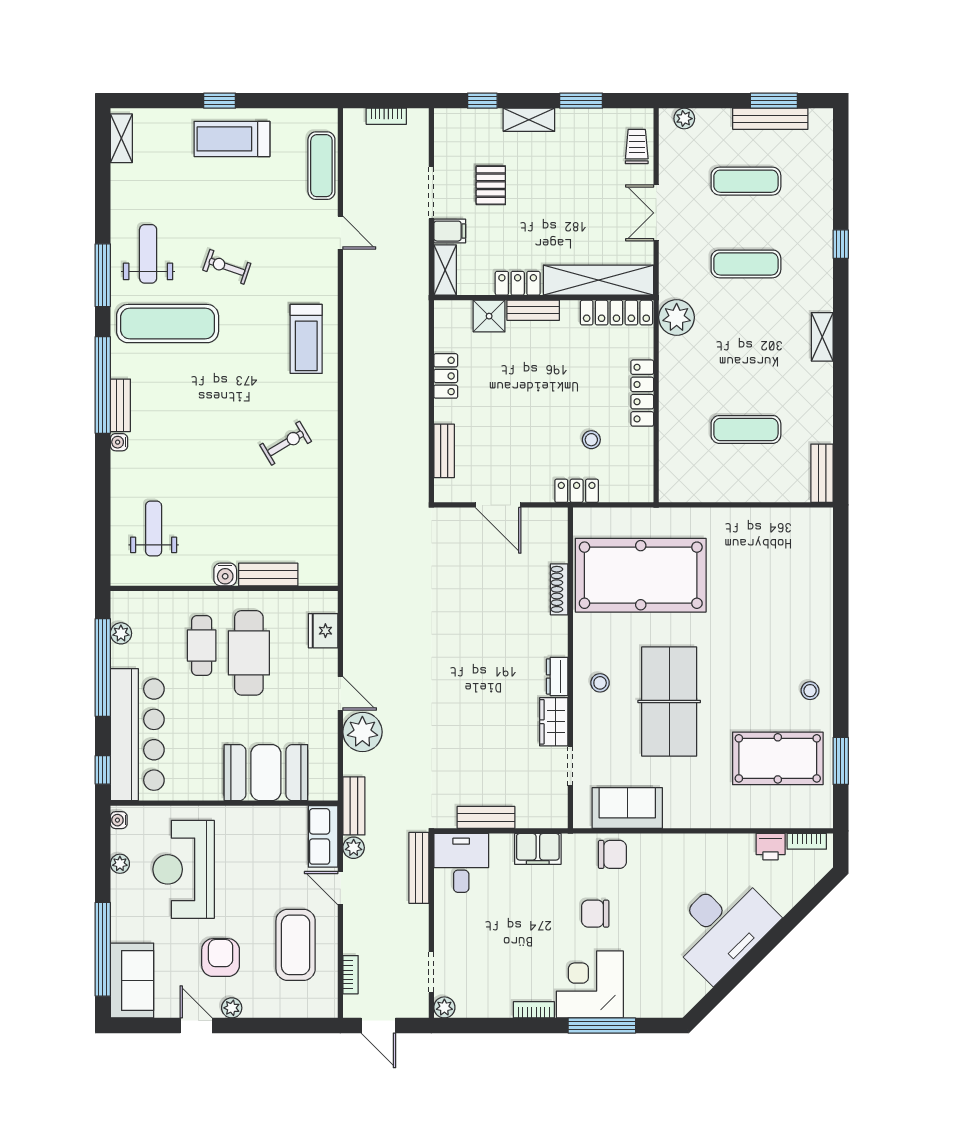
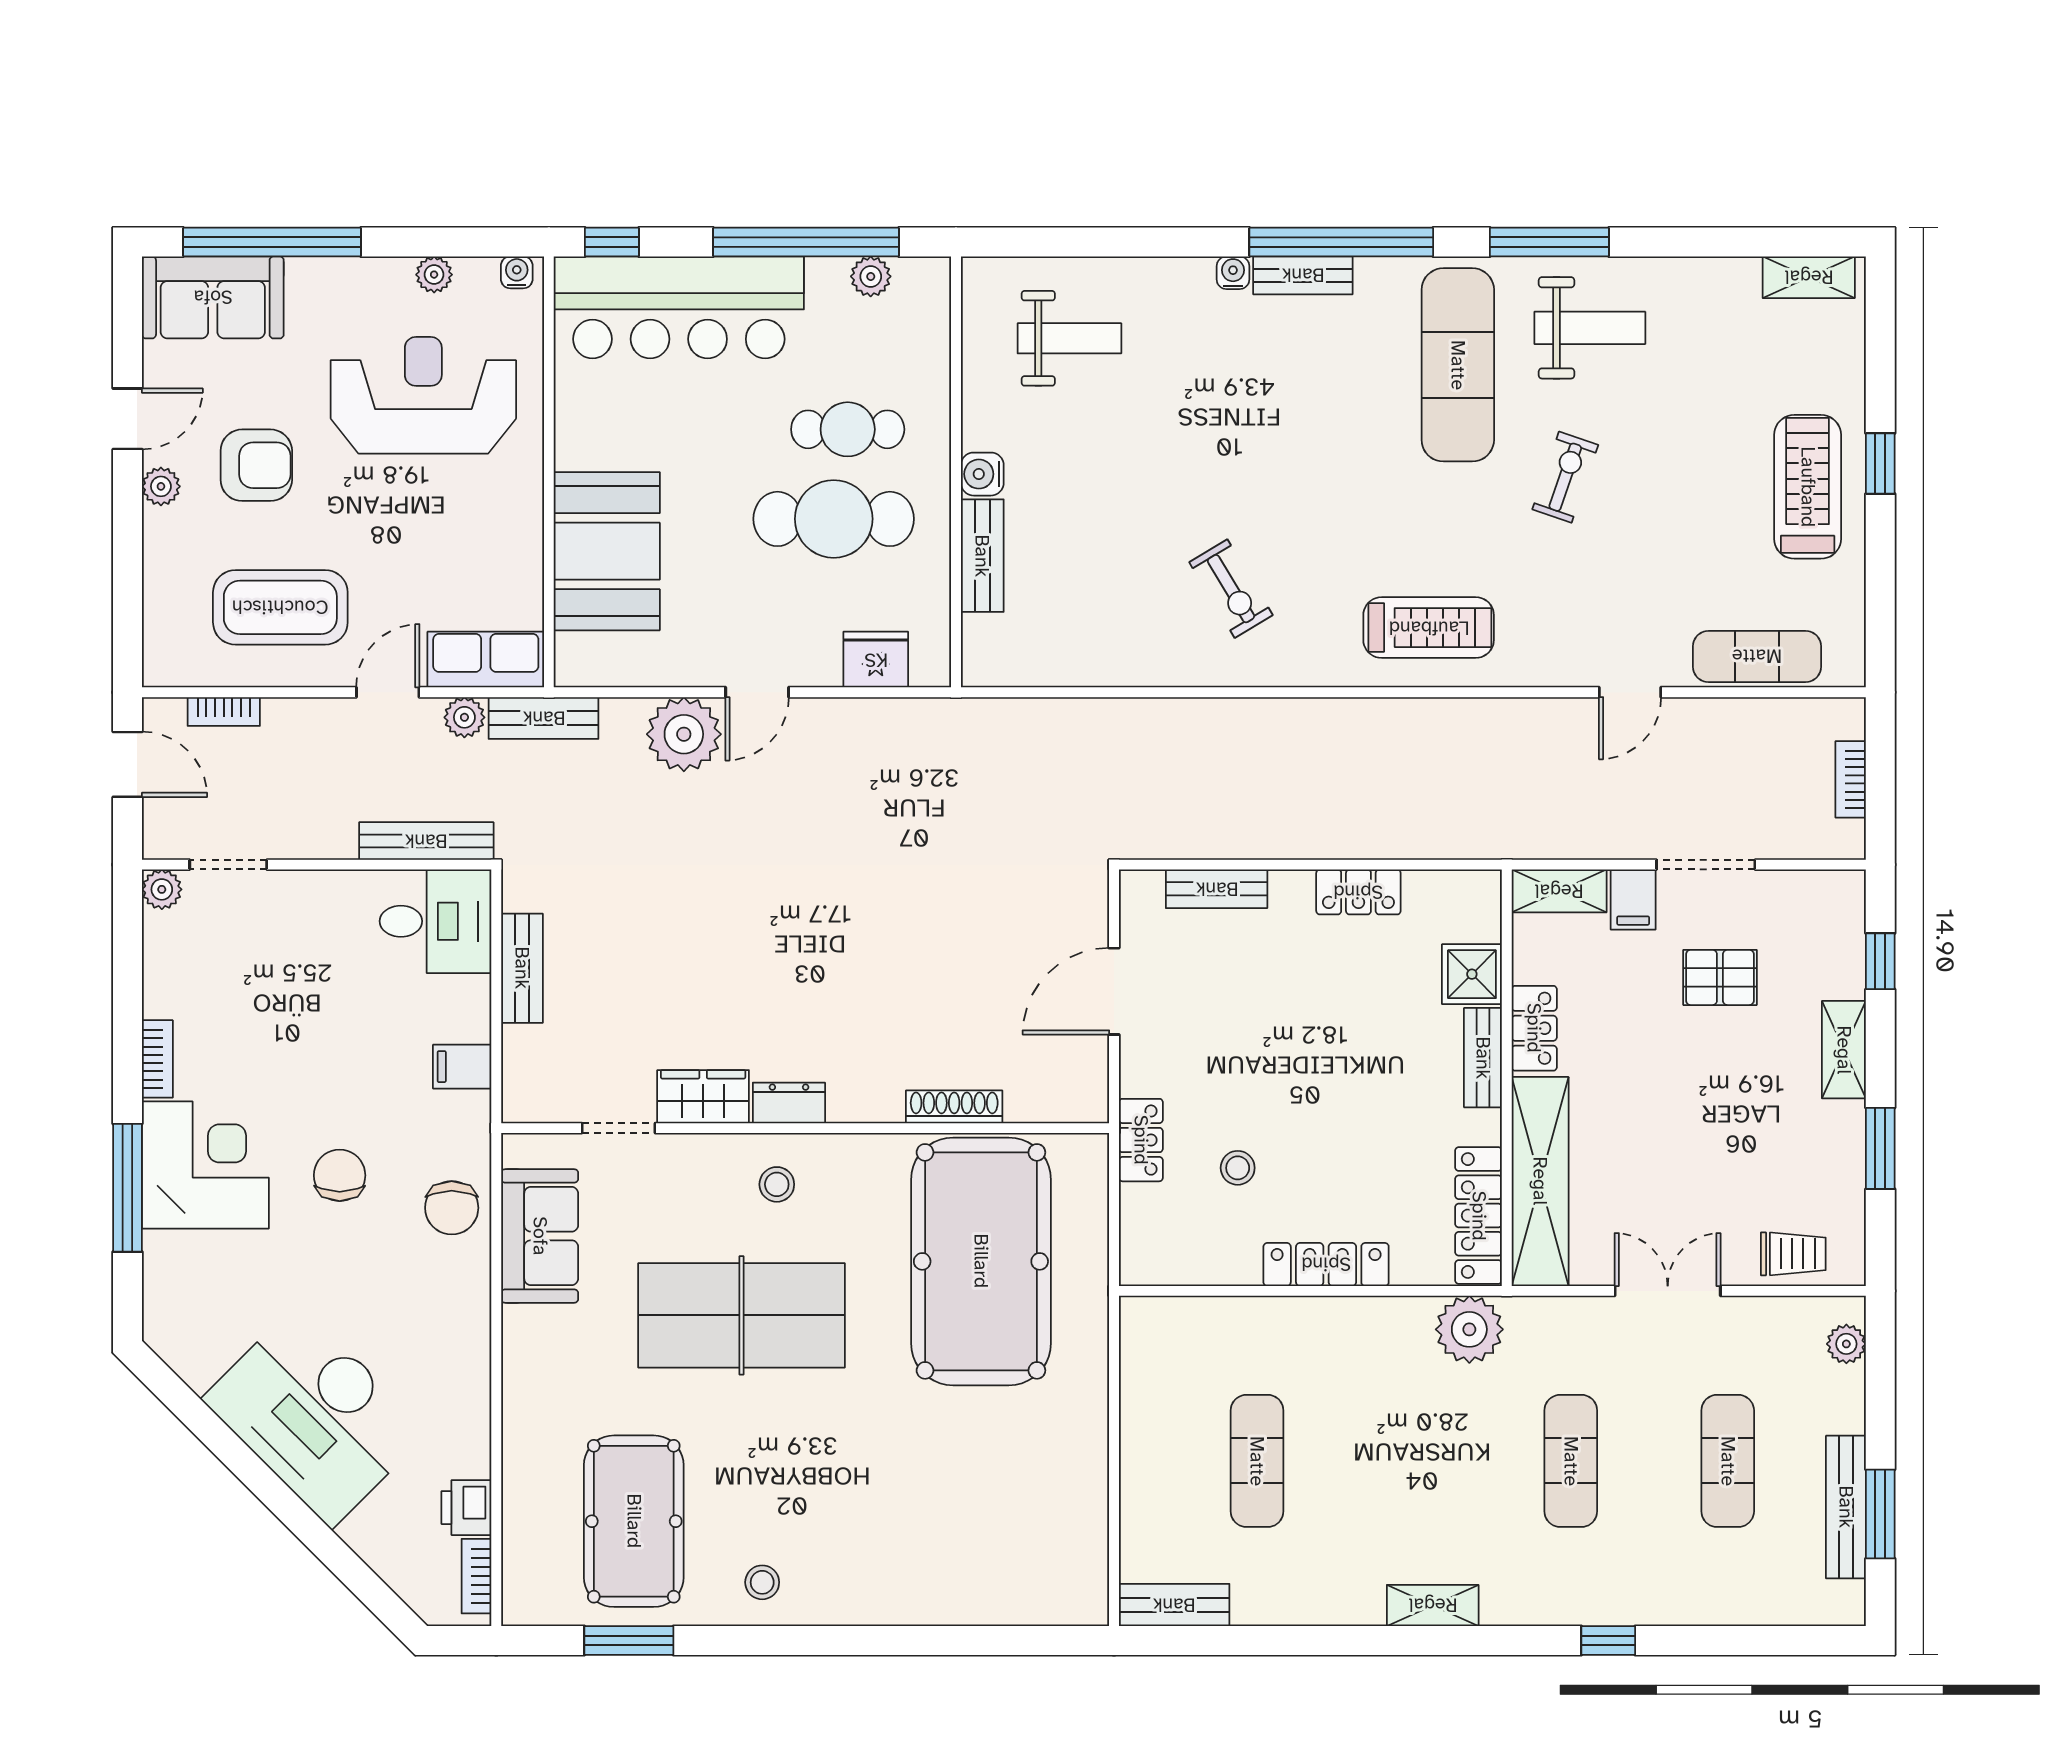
treadmill: (306, 339) -> (1429, 628), turned 180
filing cabinet: (538, 849) -> (462, 1067), width x0.50
door: (378, 1026) -> (127, 764), swing flipped

